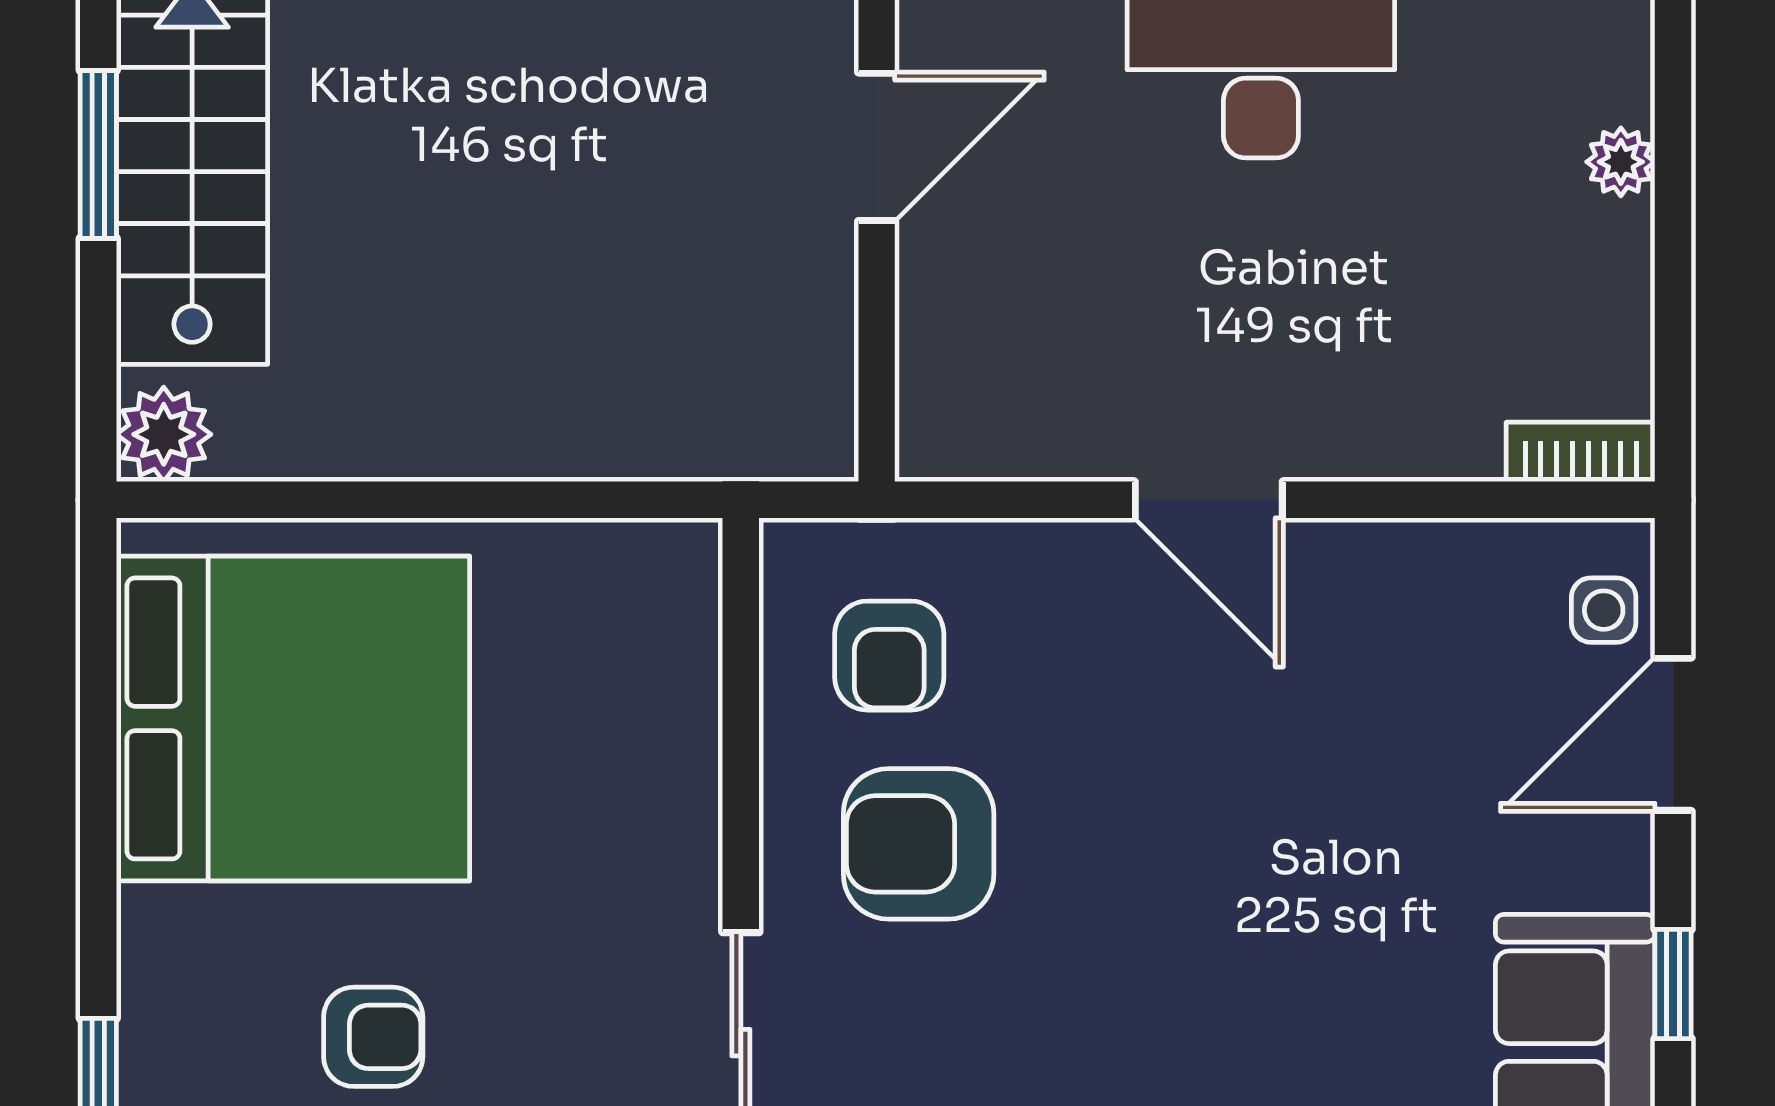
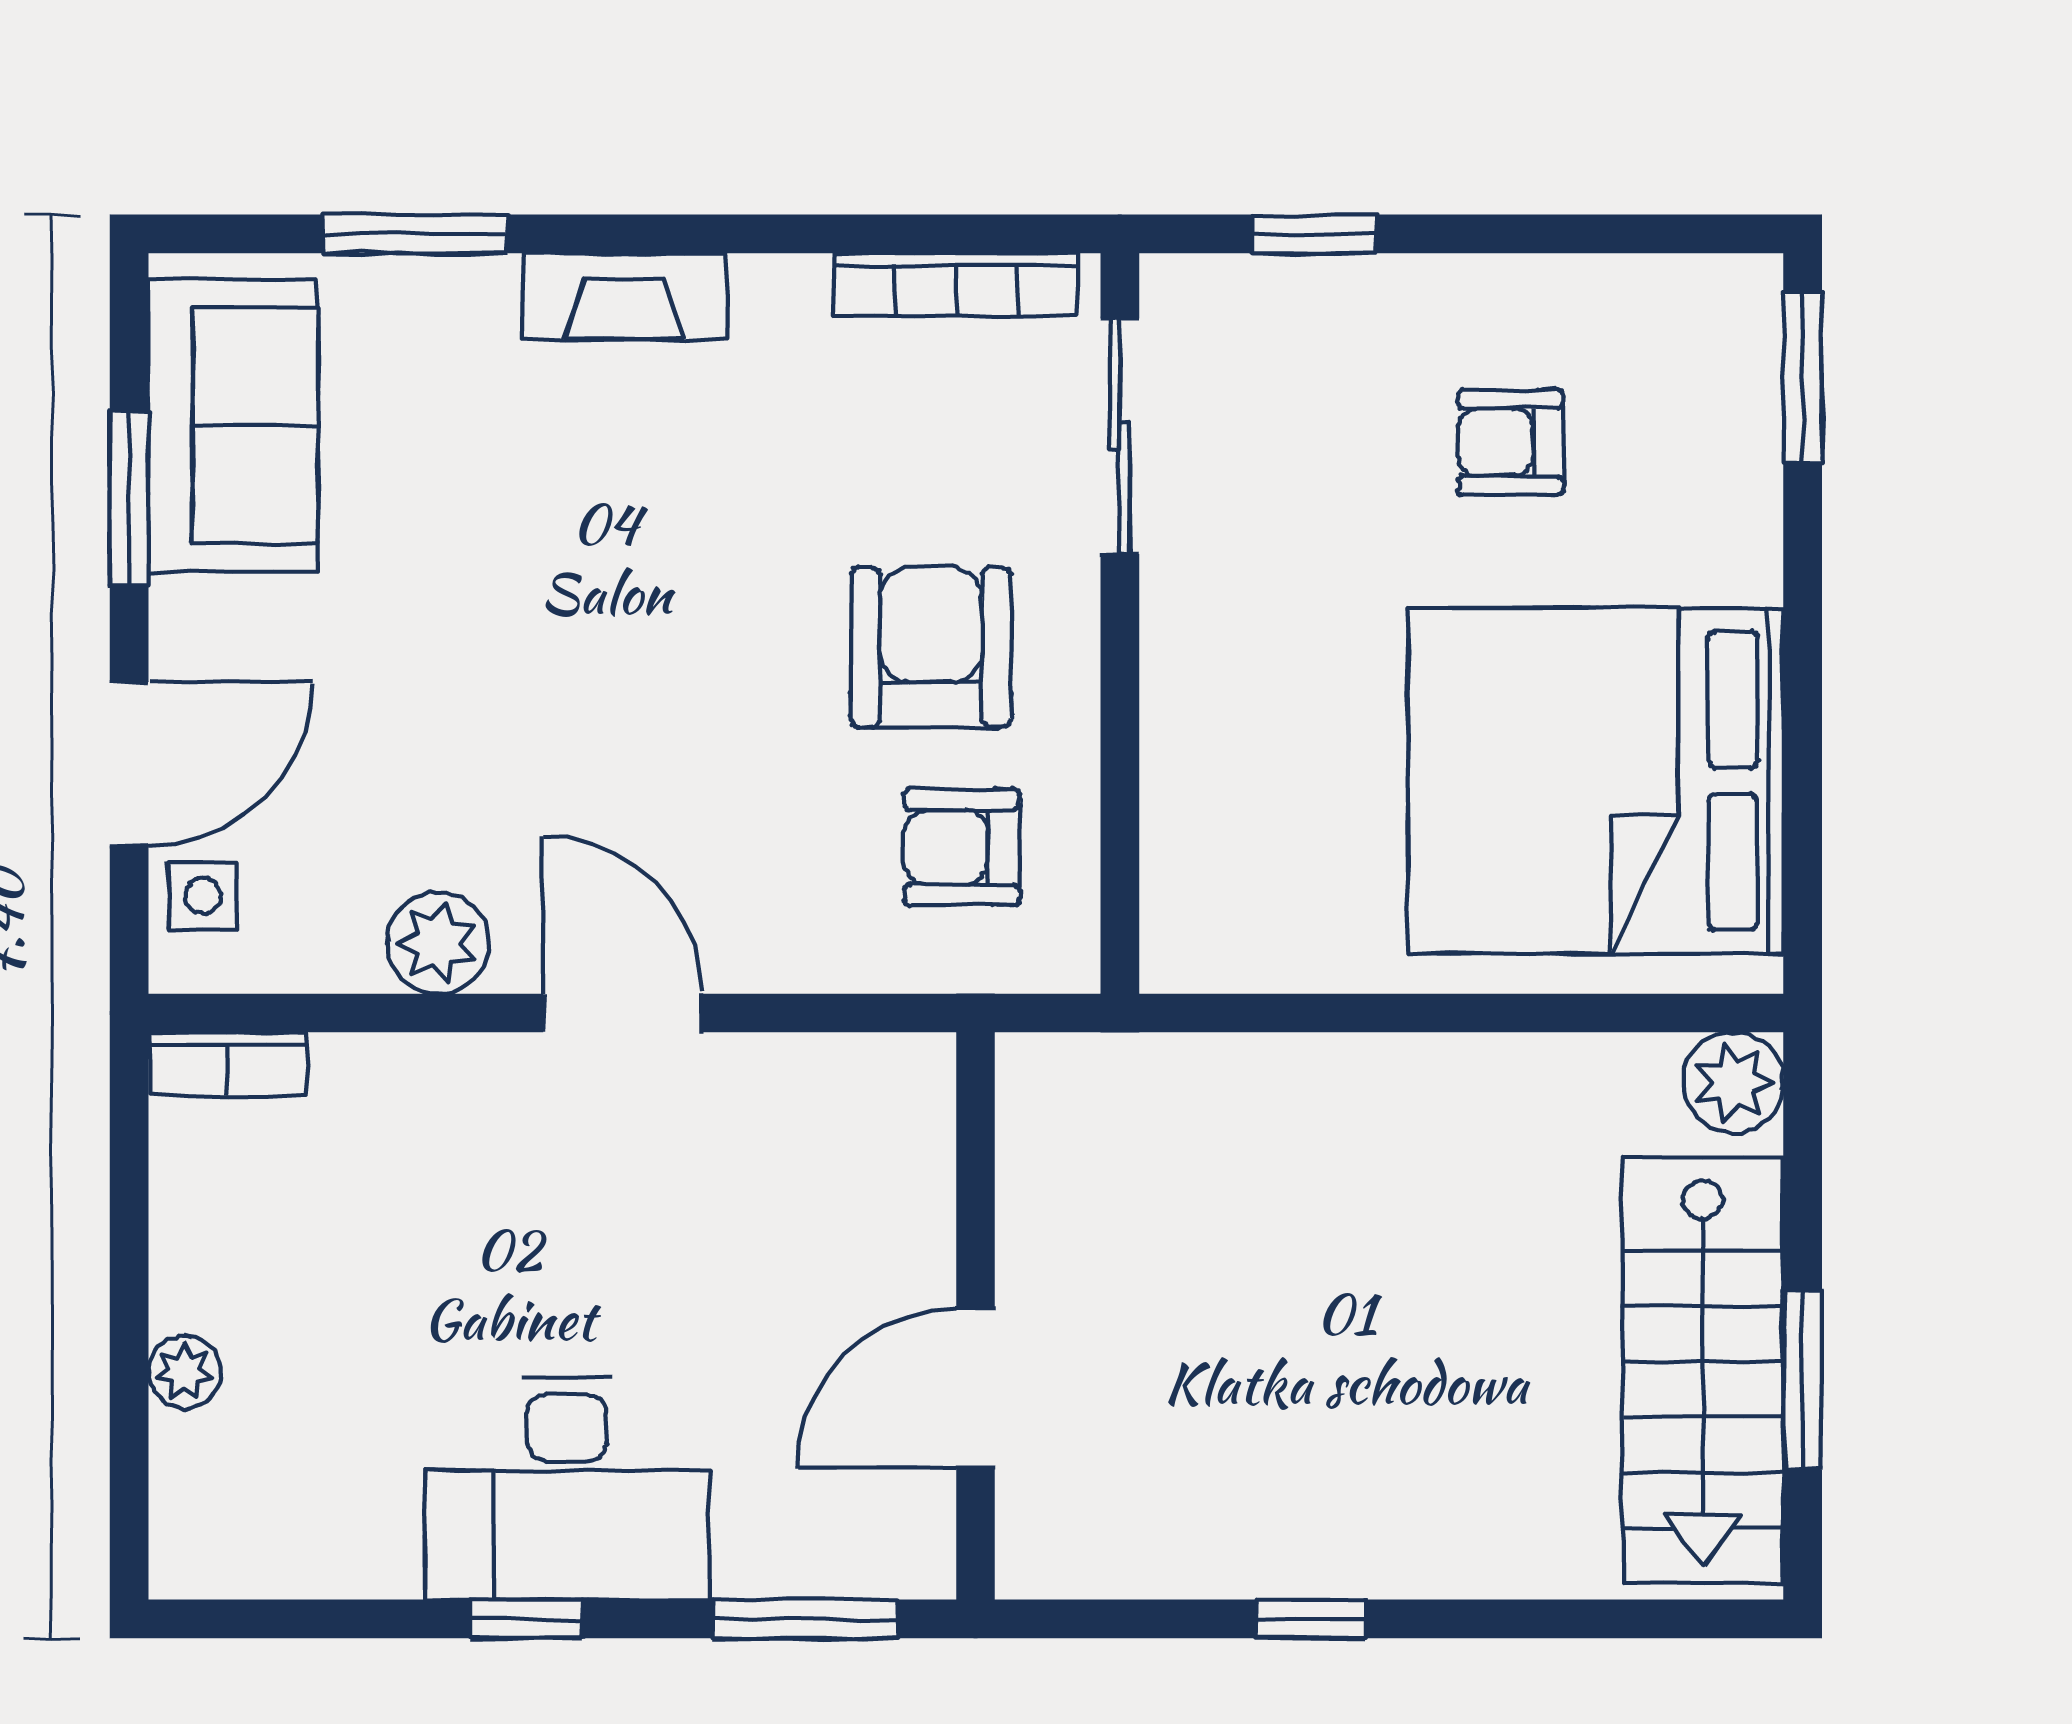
plant: (1383, 566) -> (438, 943), added
armchair: (889, 656) -> (962, 847), turned -90
armchair: (919, 844) -> (931, 647), turned -90
window: (1673, 984) -> (129, 498), width x1.50

